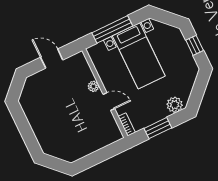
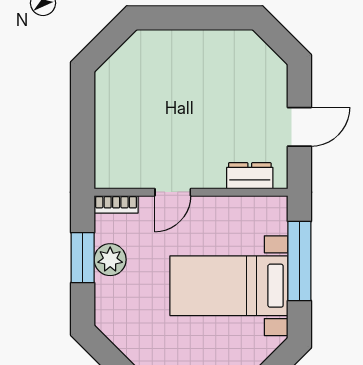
dresser: (85, 70) -> (250, 176), added
plant: (93, 86) -> (213, 178), removed
plant: (175, 105) -> (110, 260), moved

